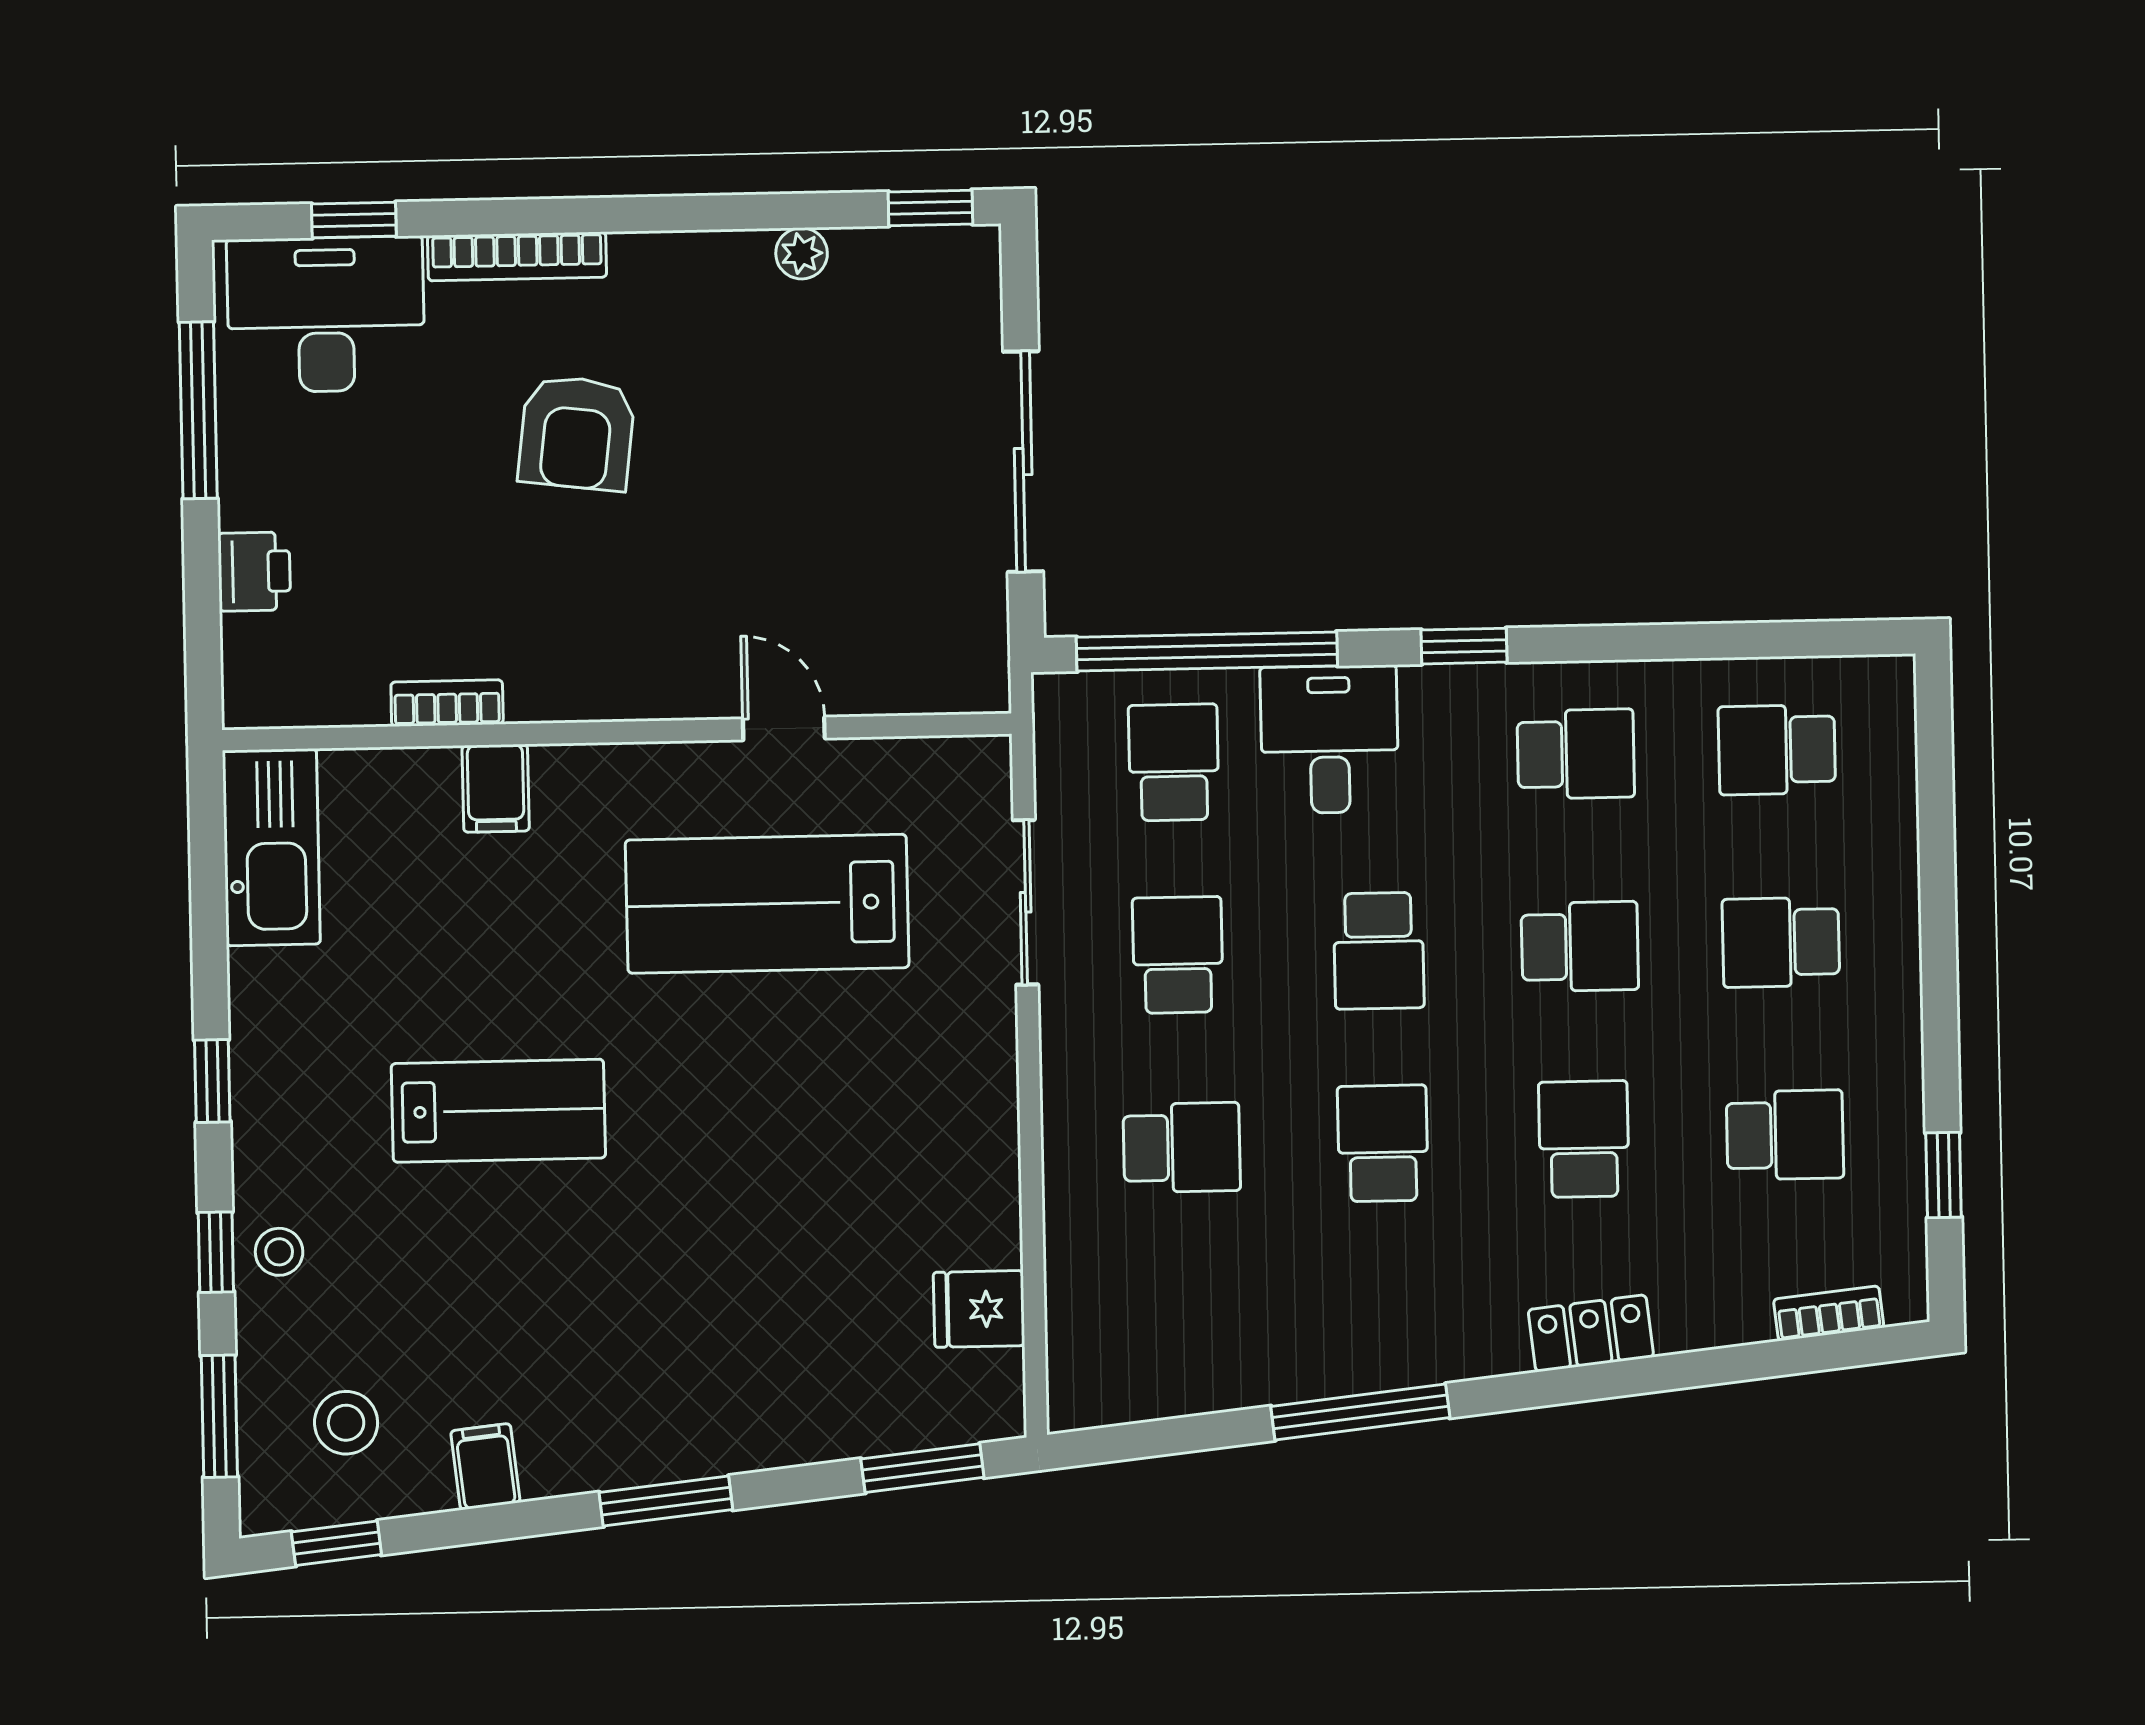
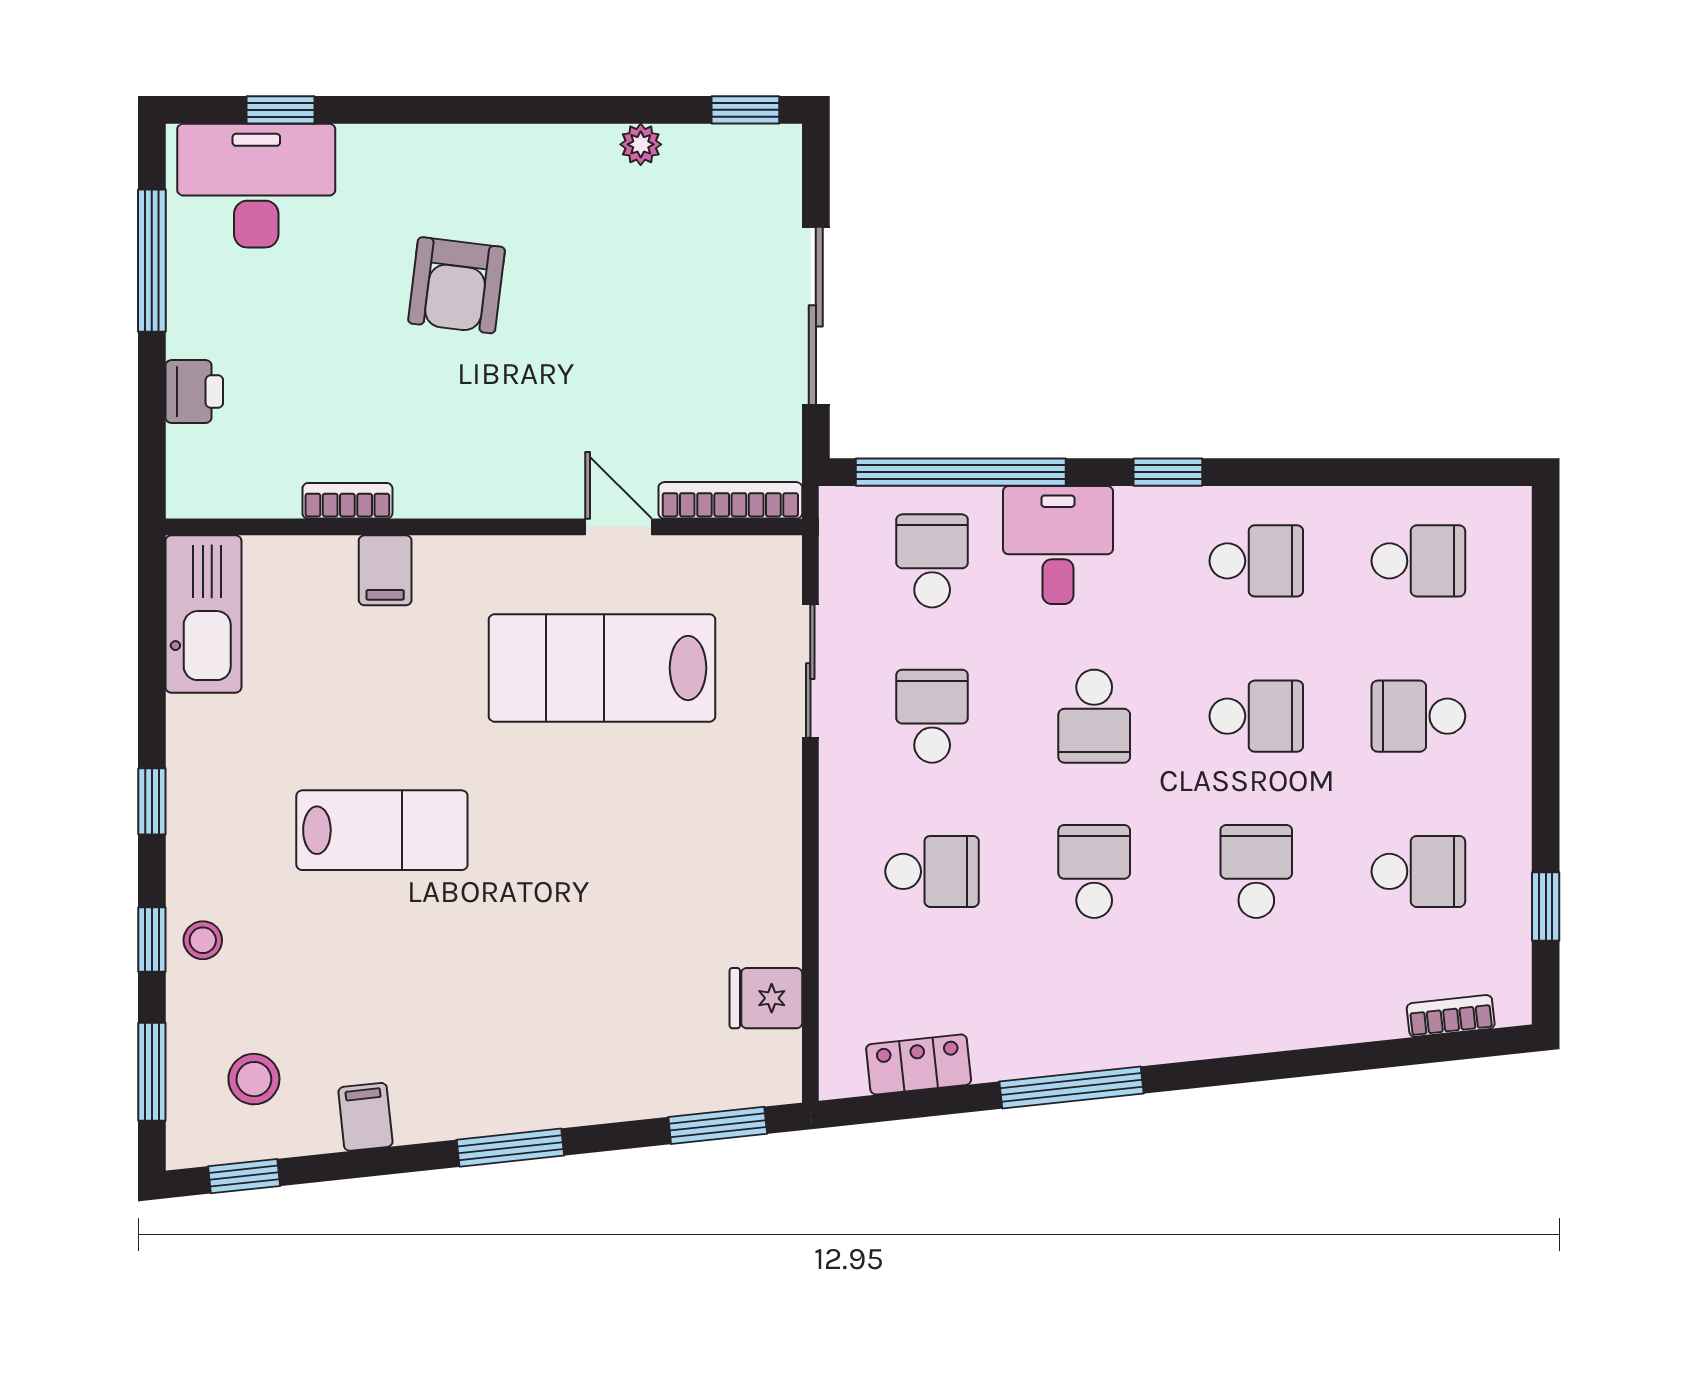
bookcase: (517, 256) -> (730, 500), moved, turned 180
school desk: (1777, 750) -> (1418, 561), turned 180
locker: (1591, 1333) -> (919, 1064), moved

